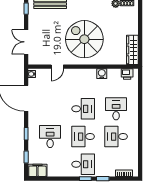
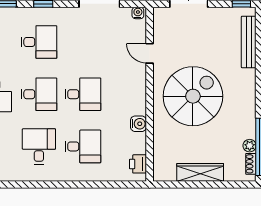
wardrobe: (132, 50) -> (200, 172), moved
desk: (83, 109) -> (83, 94), turned -90
desk: (83, 137) -> (39, 94), turned 90

